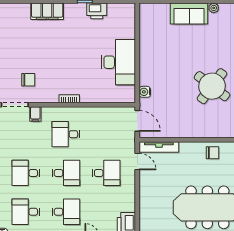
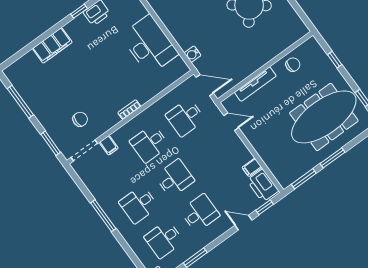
tv unit: (159, 147) -> (255, 84), moved
desk: (106, 173) -> (185, 117), moved, turned 180
filing cabinet: (128, 206) -> (252, 167), added

